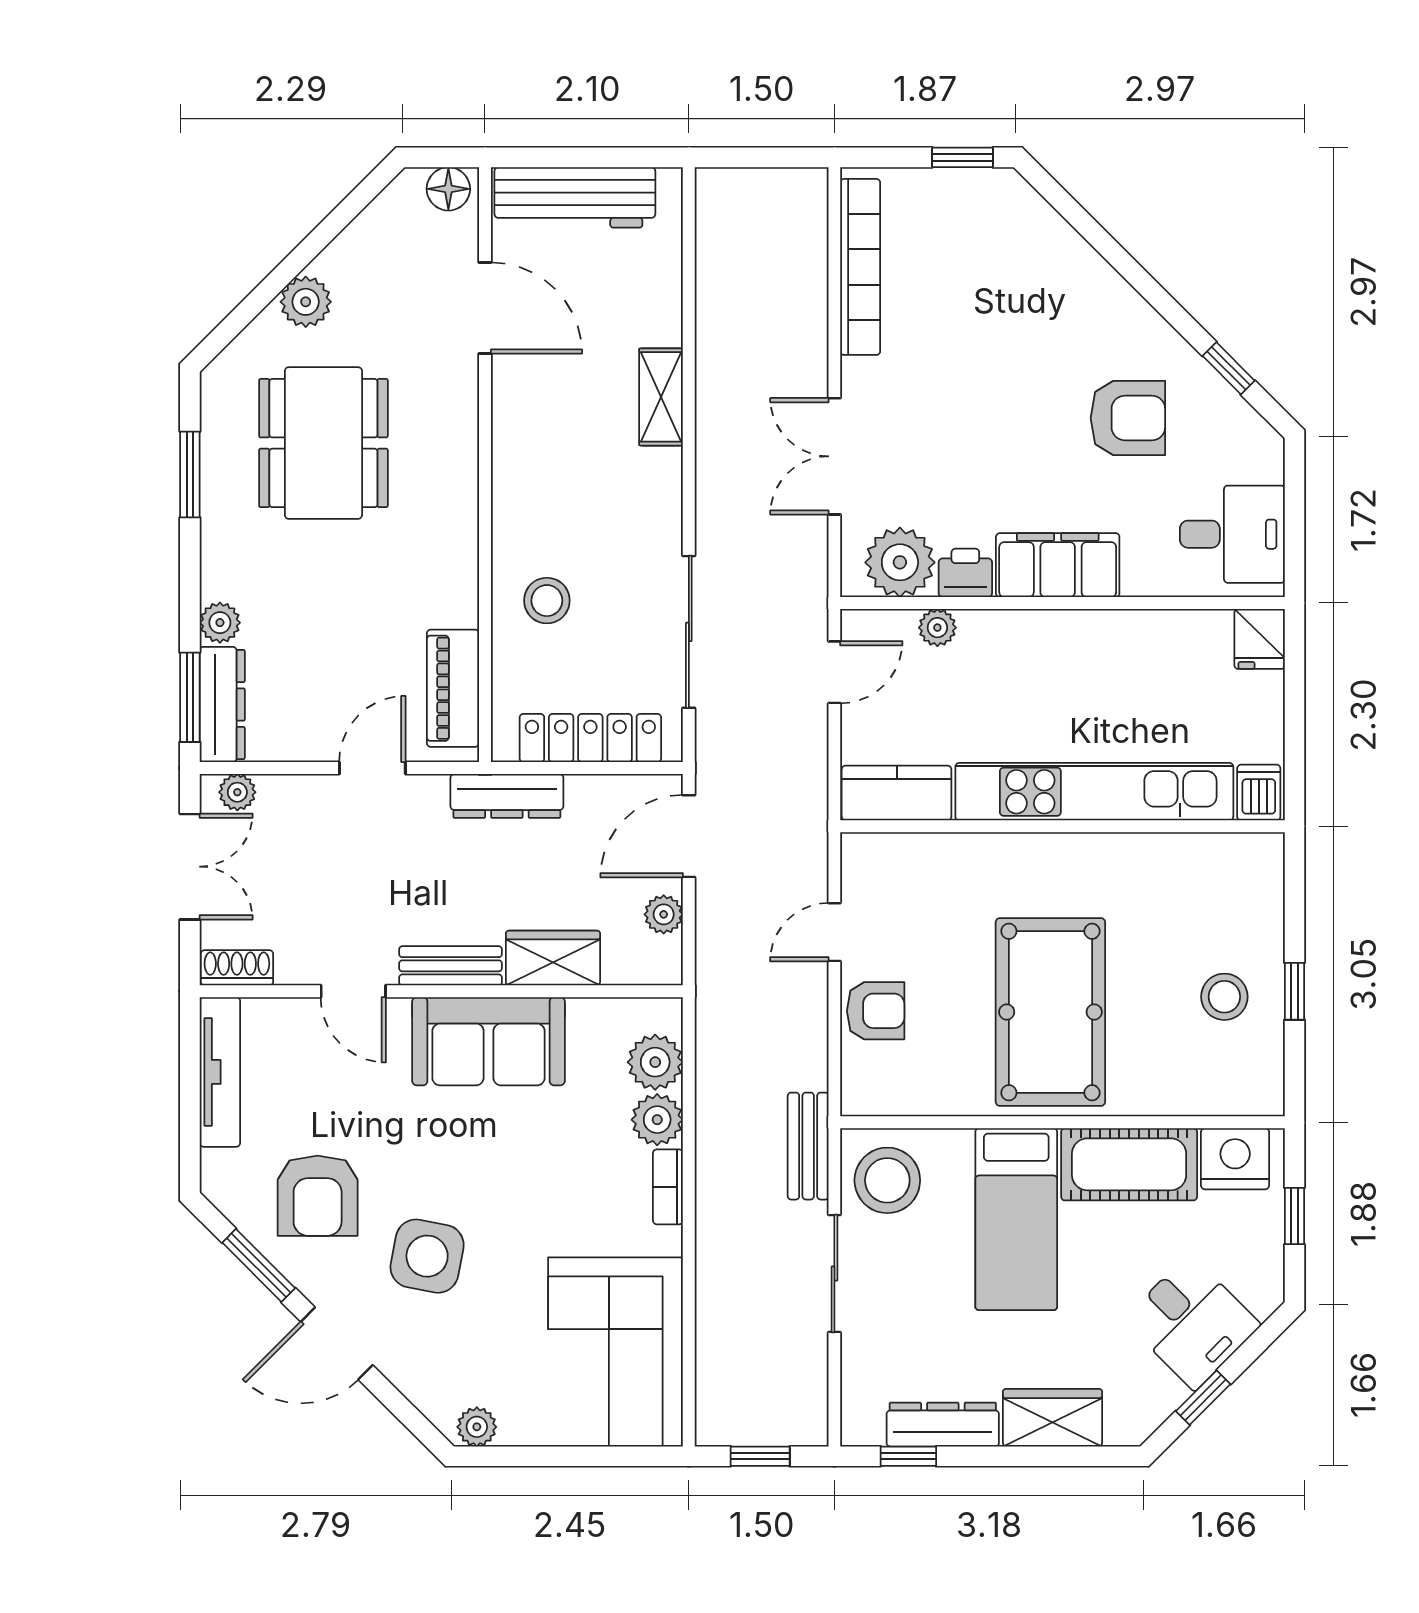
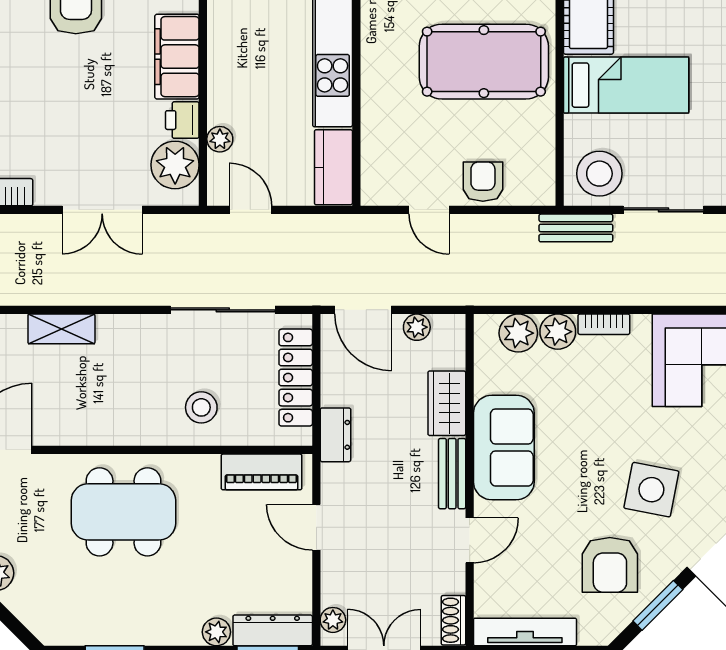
dining table: (323, 443) -> (123, 512), moved
dresser: (507, 796) -> (335, 435), width x0.70
armchair: (318, 1196) -> (610, 565), turned 90

